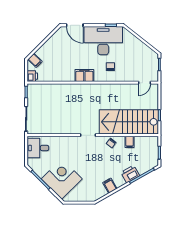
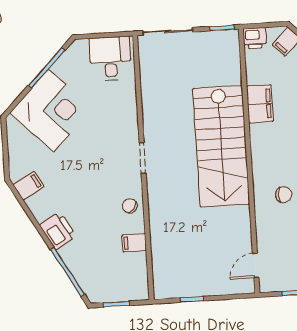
filing cabinet: (84, 76) -> (260, 104), moved
door: (144, 83) -> (256, 265), hinge flipped
stairs: (129, 122) -> (221, 146), moved, turned 180
printer: (130, 174) -> (58, 231), moved
filing cabinet: (110, 186) -> (29, 186), moved

